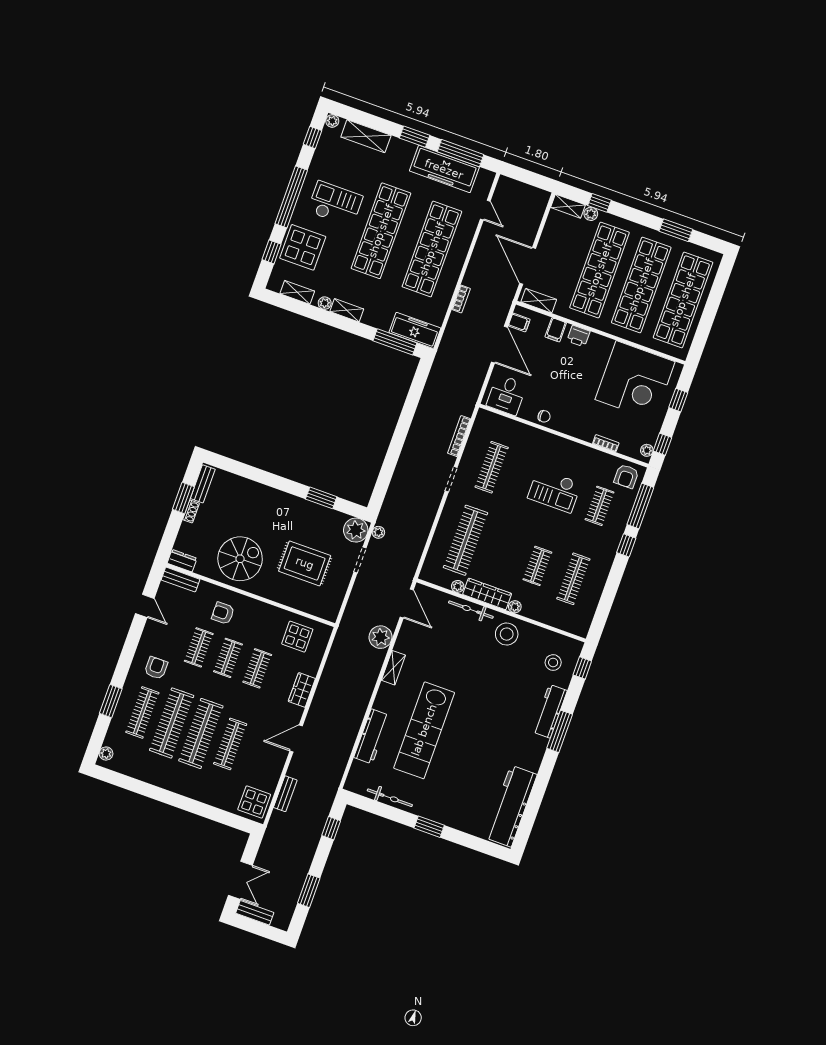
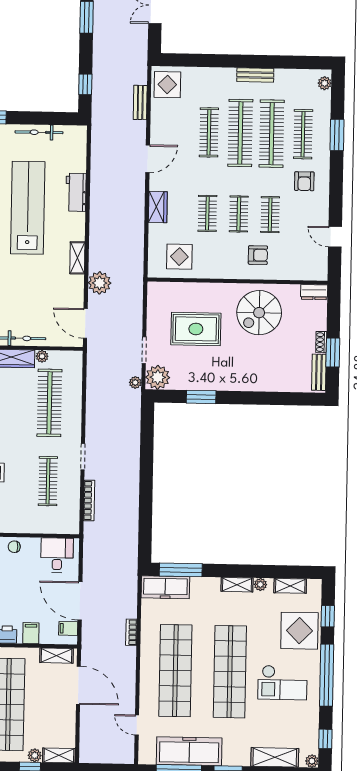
bench: (180, 580) -> (255, 75), moved
workbench: (372, 736) -> (76, 192), width x0.73

